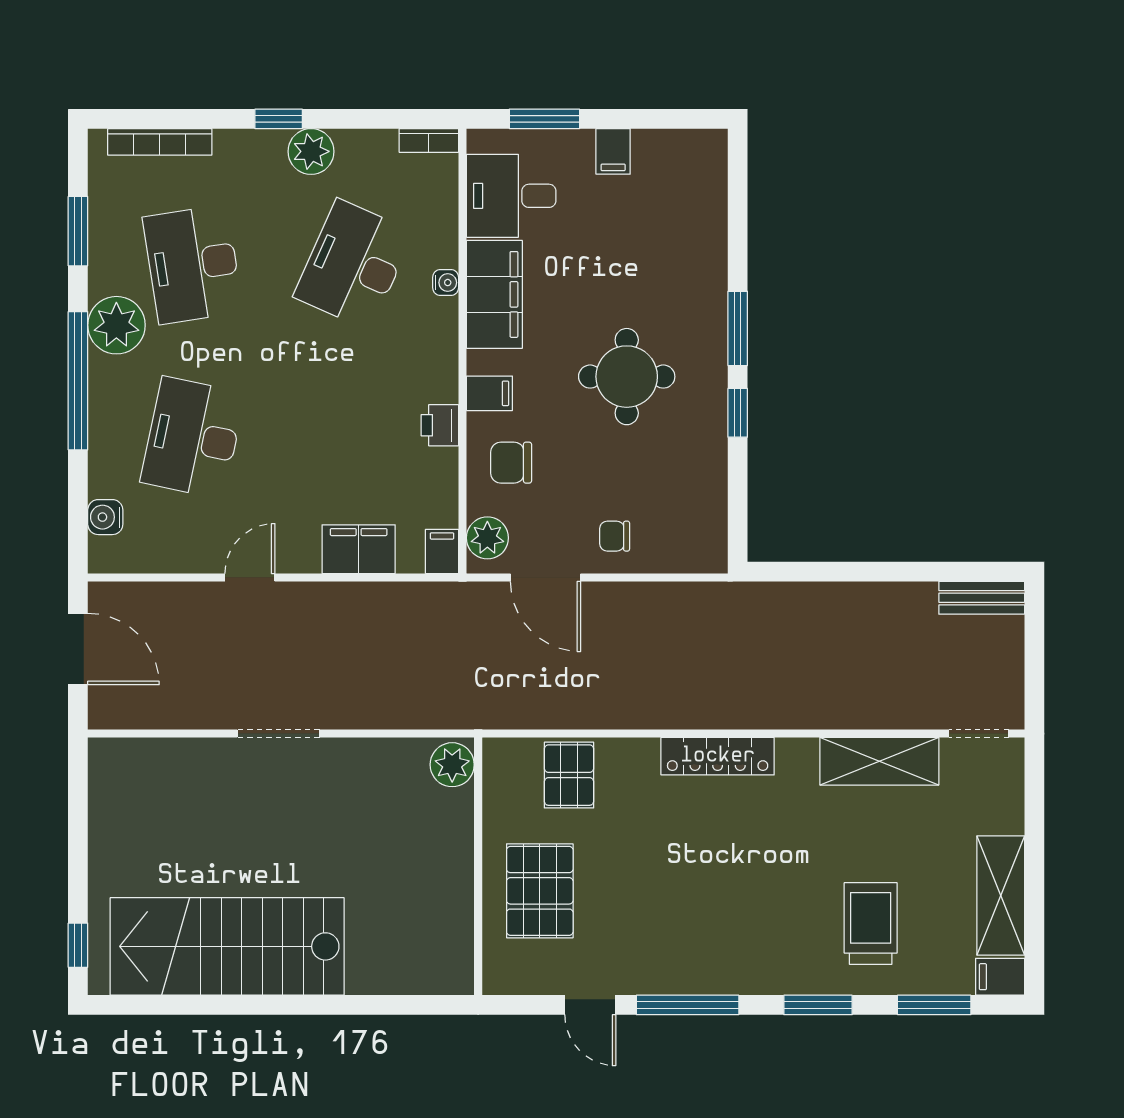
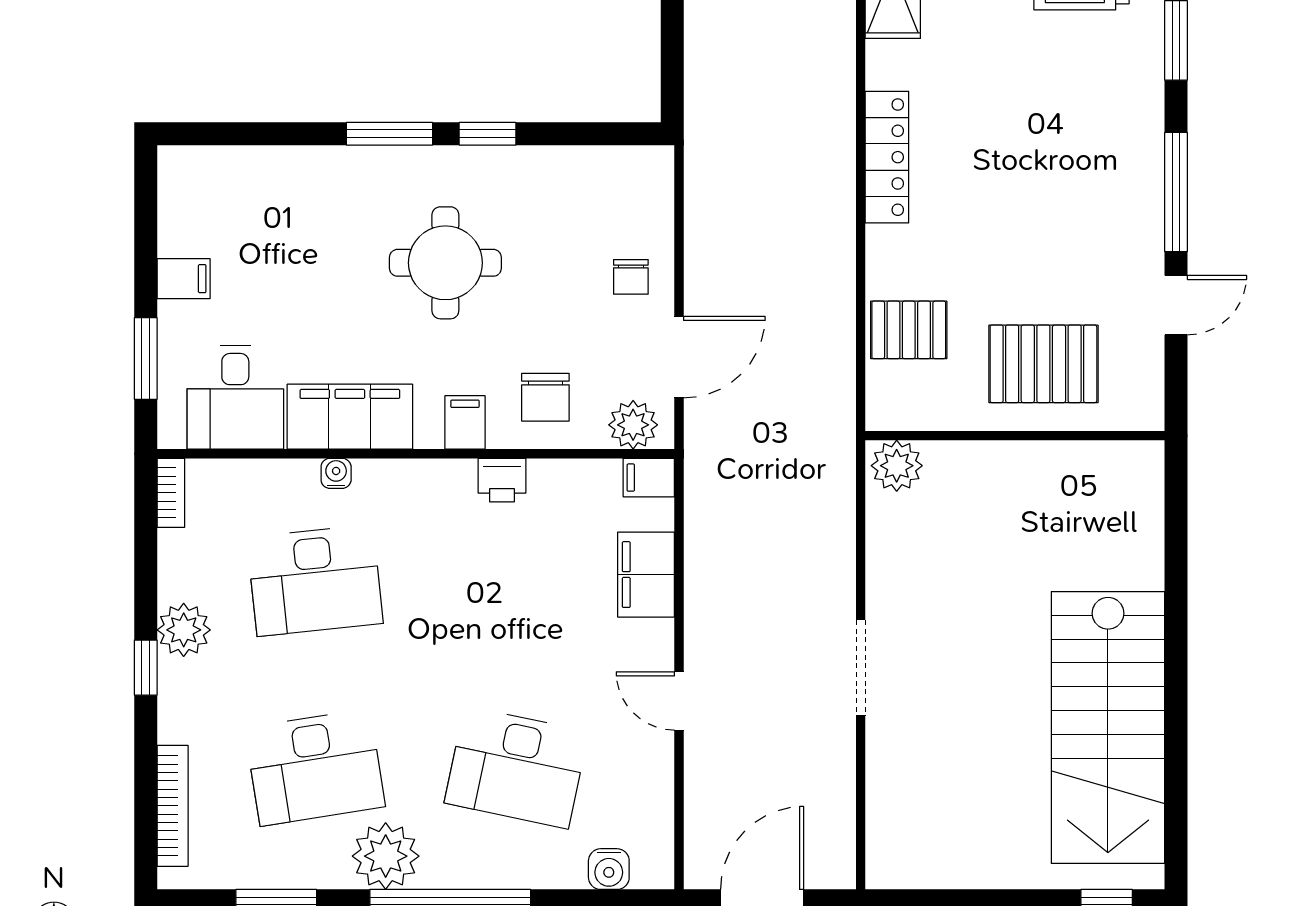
desk: (354, 264) -> (315, 580), turned -30

